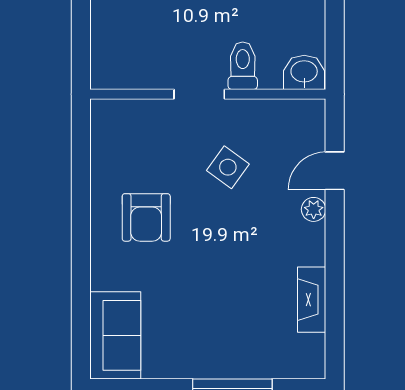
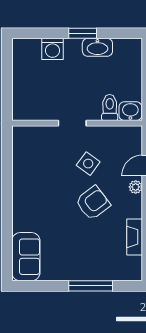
toilet: (243, 66) -> (110, 107), moved
armchair: (146, 217) -> (93, 203), moved, turned -127

